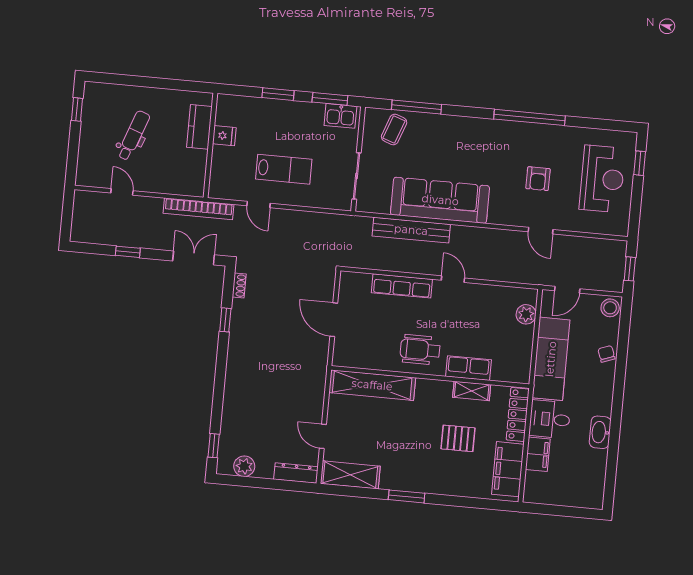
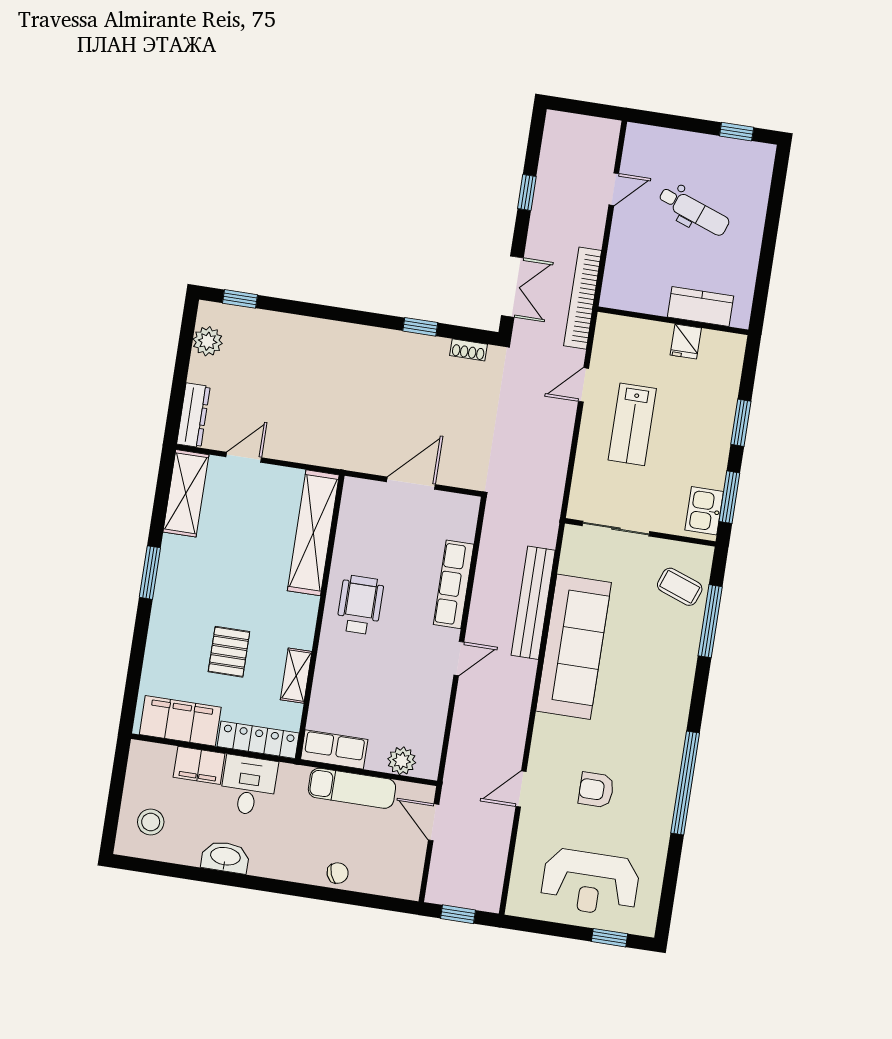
stool: (610, 308) -> (151, 822), moved
exam couch: (551, 359) -> (352, 788), width x0.73, depth x0.69
row of seats: (468, 368) -> (334, 749), moved, turned -90

